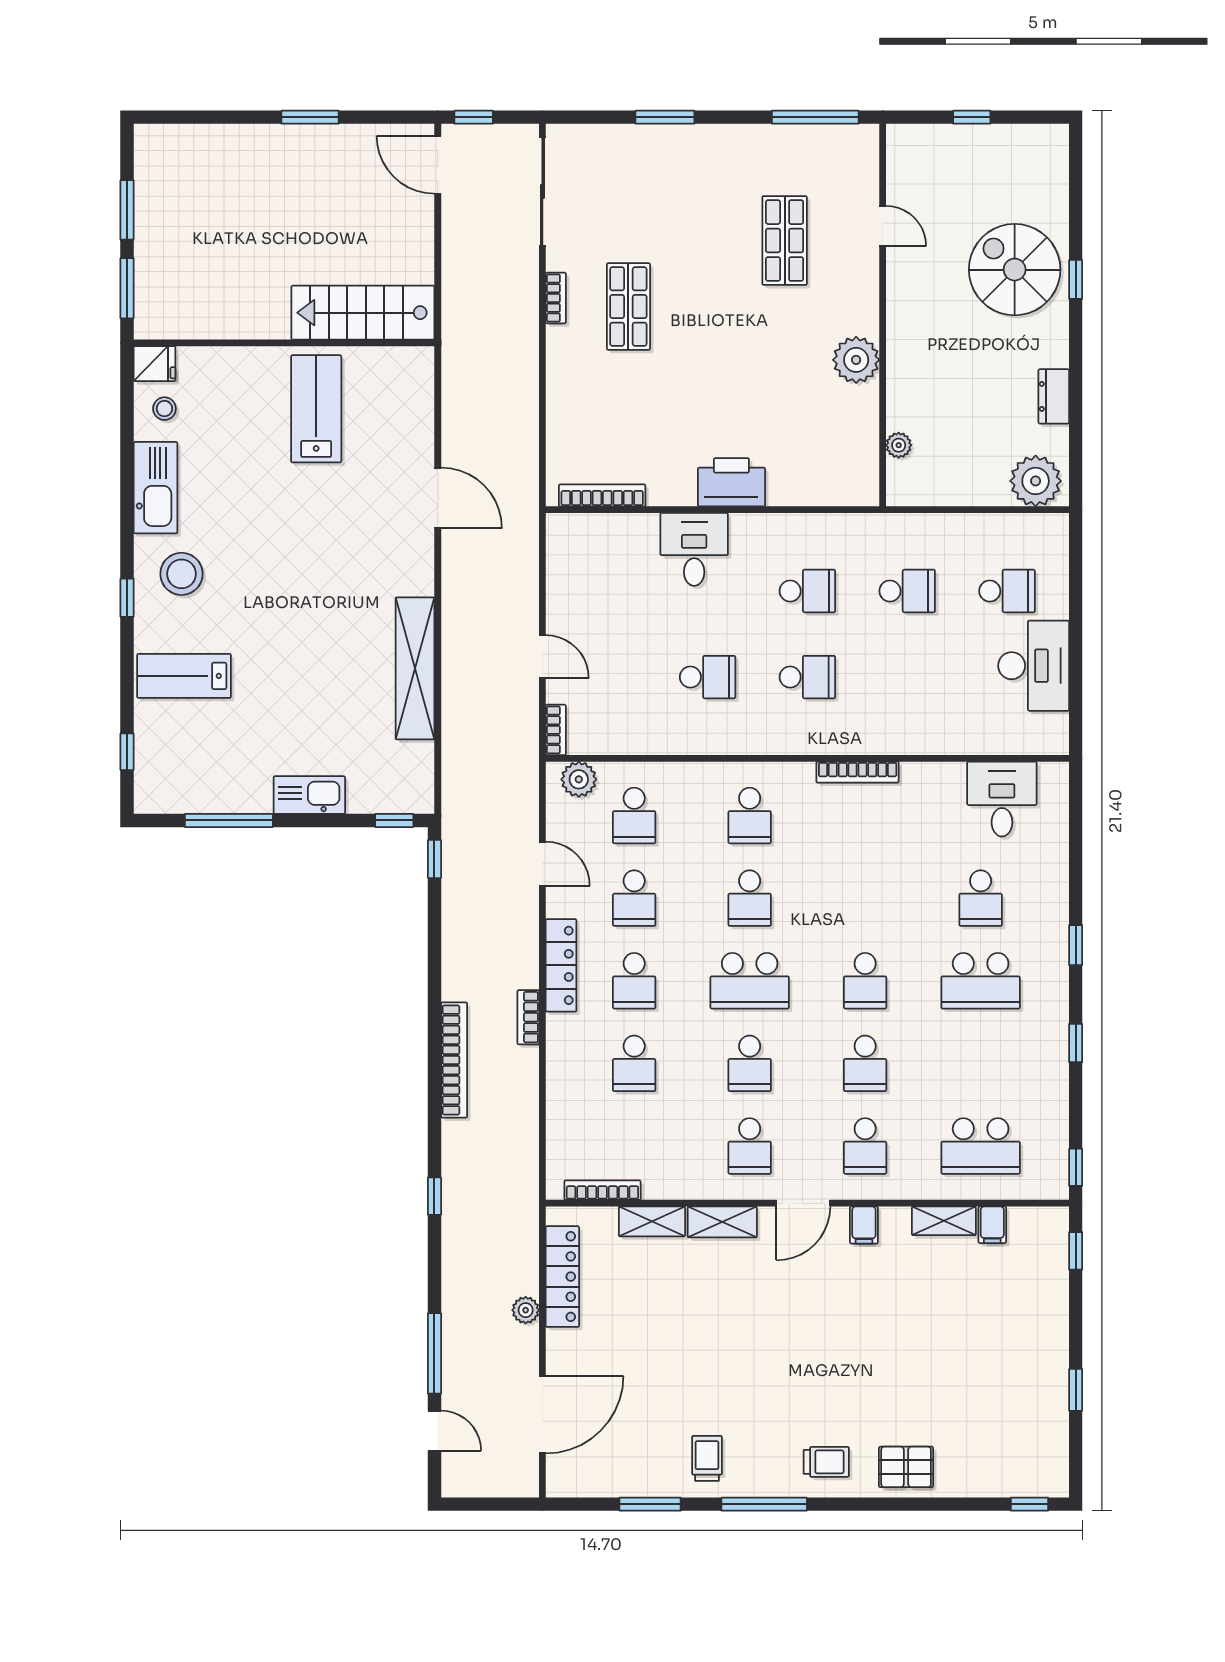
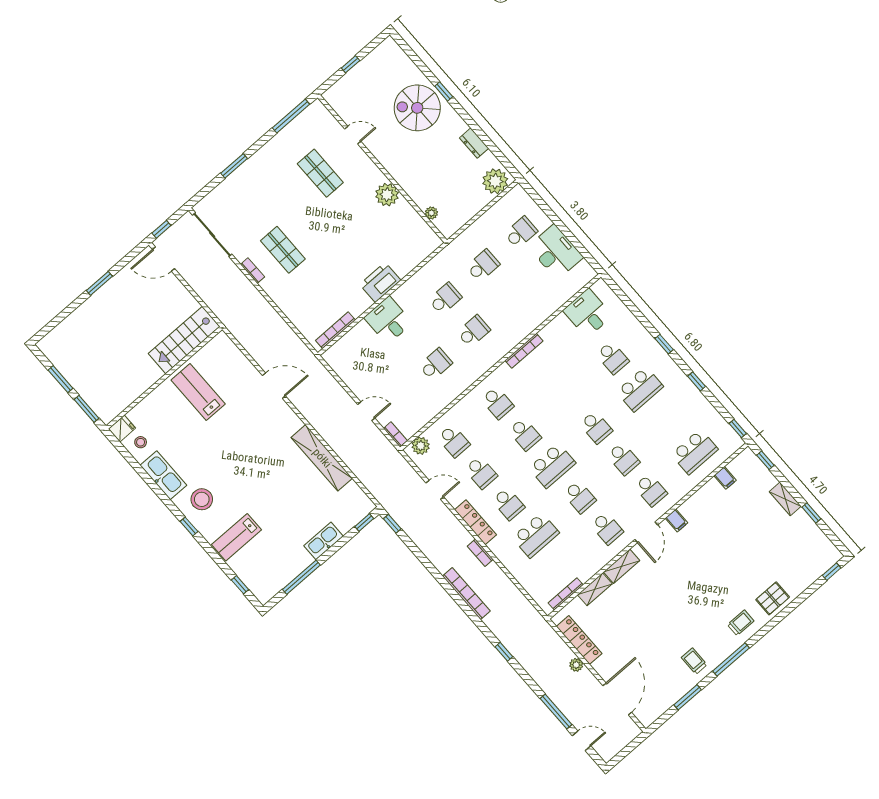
school desk: (634, 1063) -> (536, 535), width x1.85
shelving: (944, 1221) -> (785, 499), moved, turned 90

